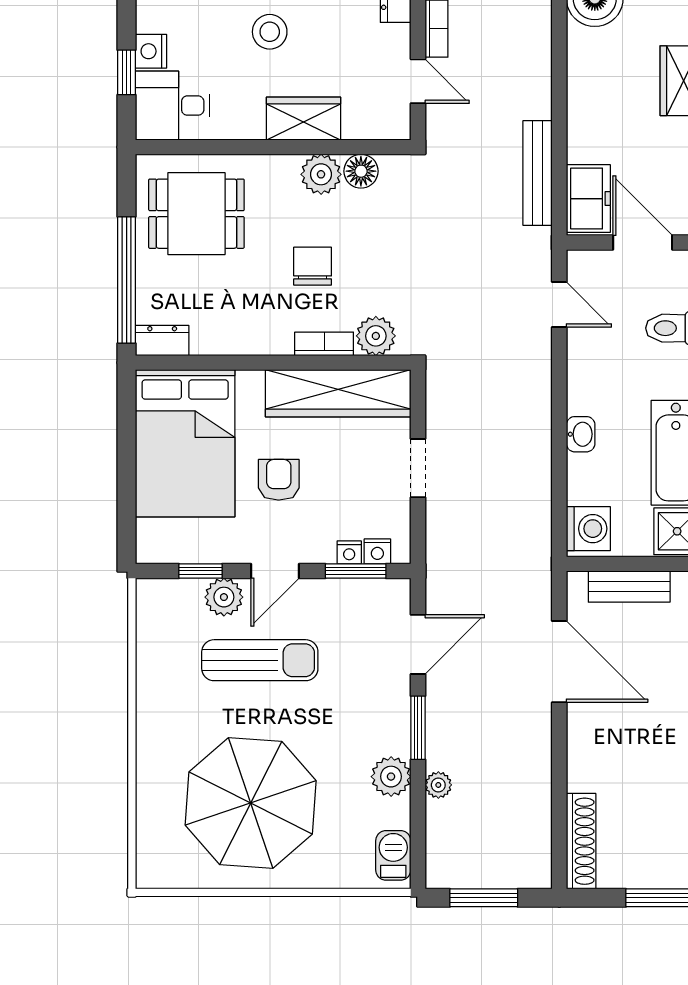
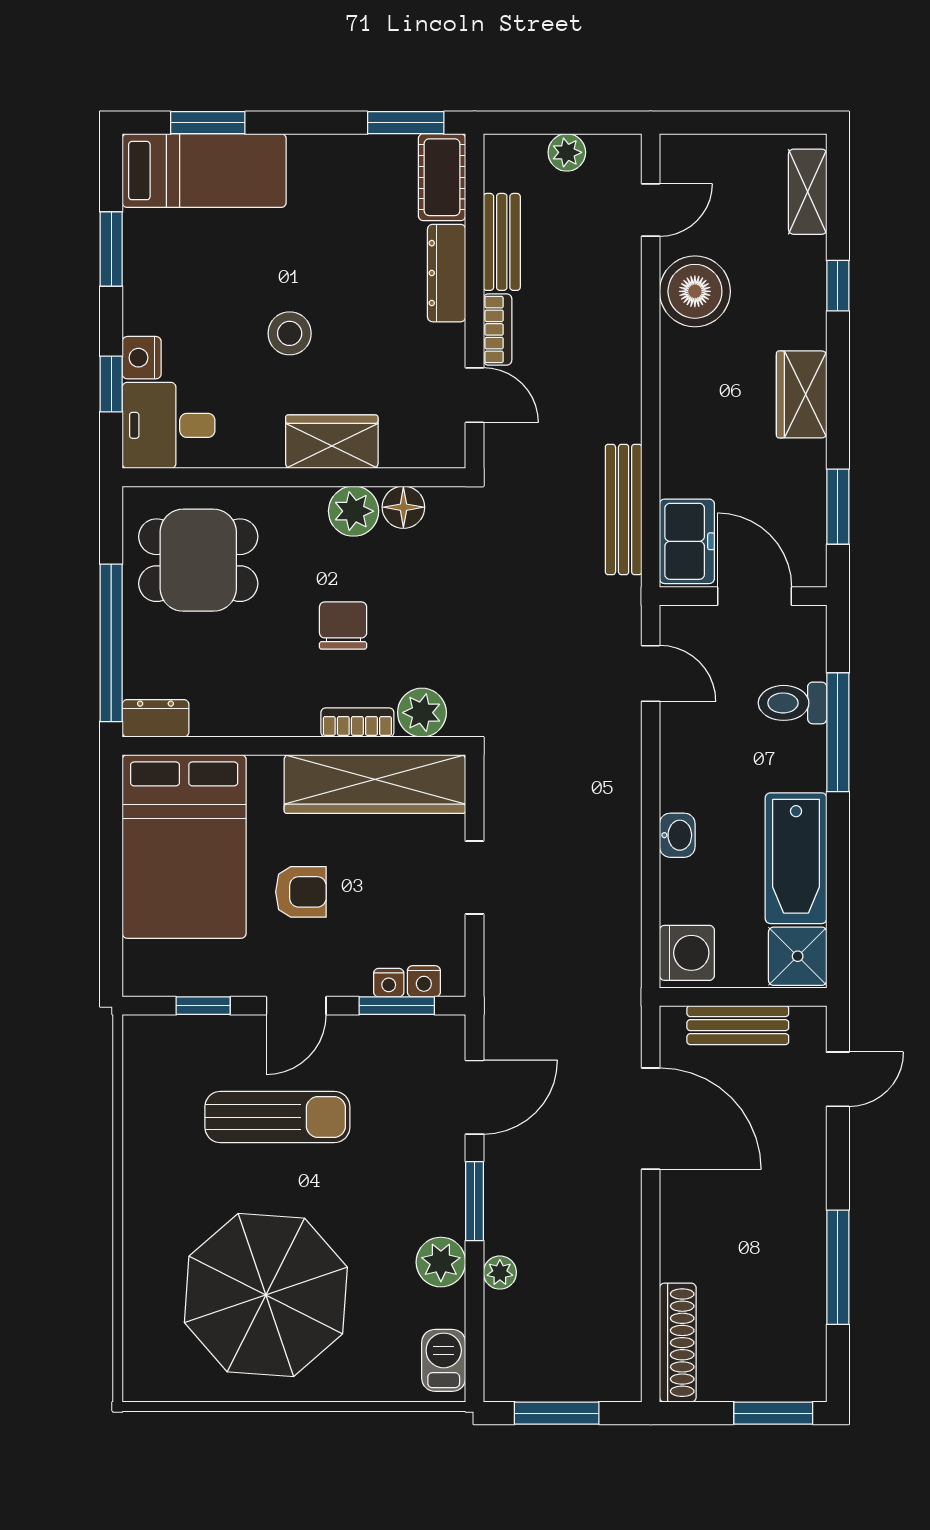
armchair: (279, 480) -> (301, 892), turned 90
plant: (224, 597) -> (232, 1038), removed

